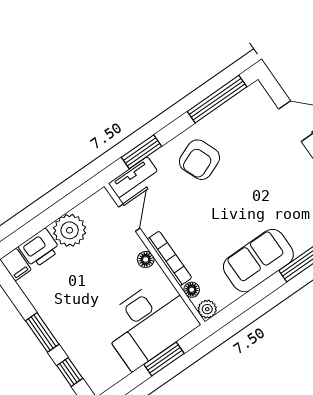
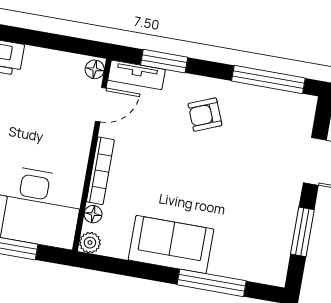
armchair: (199, 160) -> (205, 115), width x0.72, depth x0.72
plant: (70, 230) -> (42, 67), removed
floor lamp: (146, 260) -> (95, 69), moved

